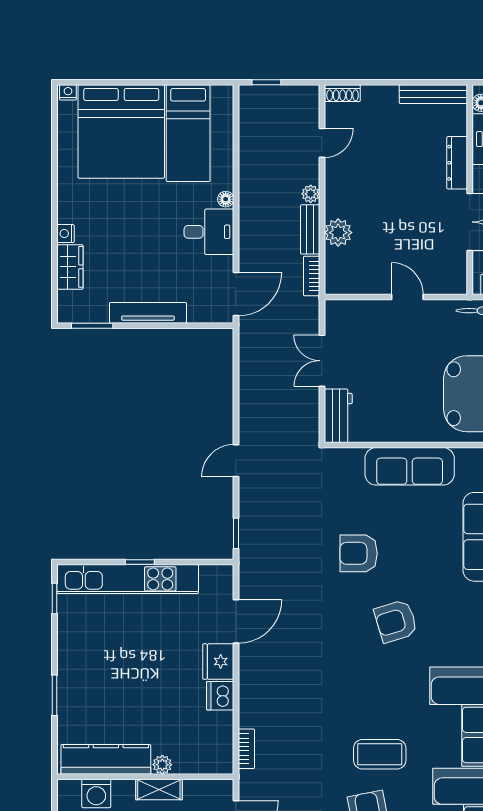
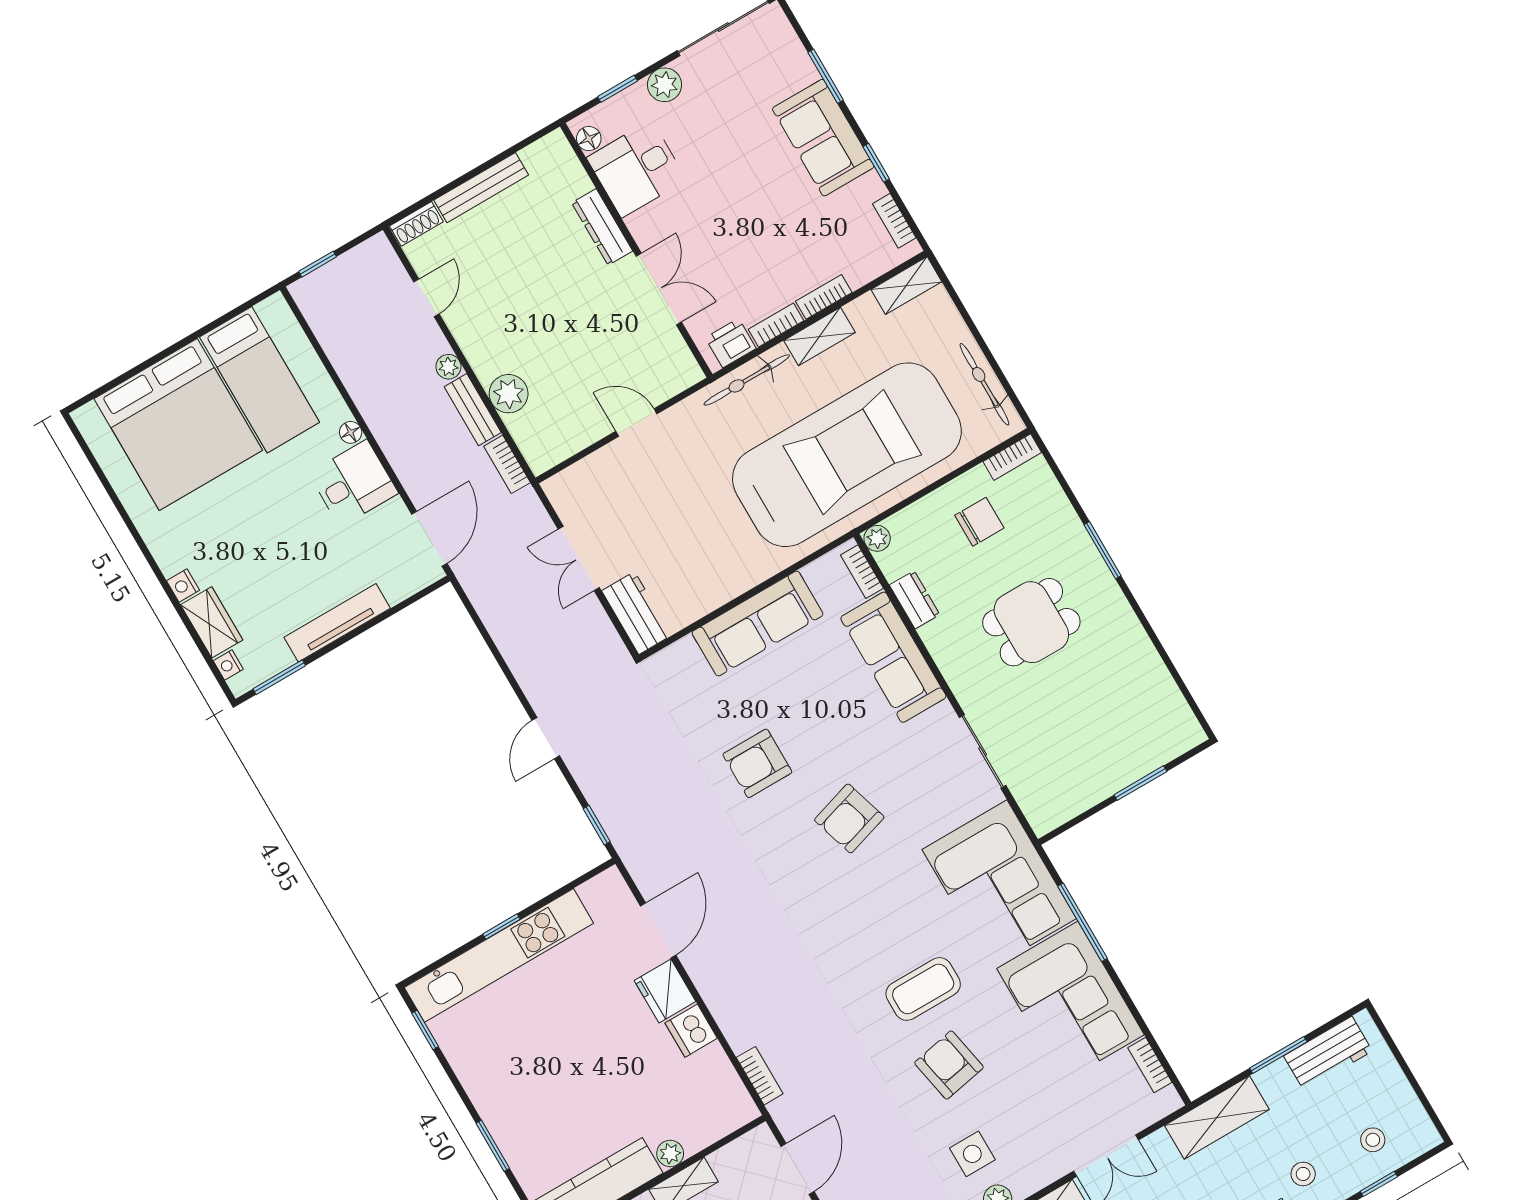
nightstand: (68, 92) -> (228, 665), moved, turned -90
bench: (433, 94) -> (481, 188), moved

